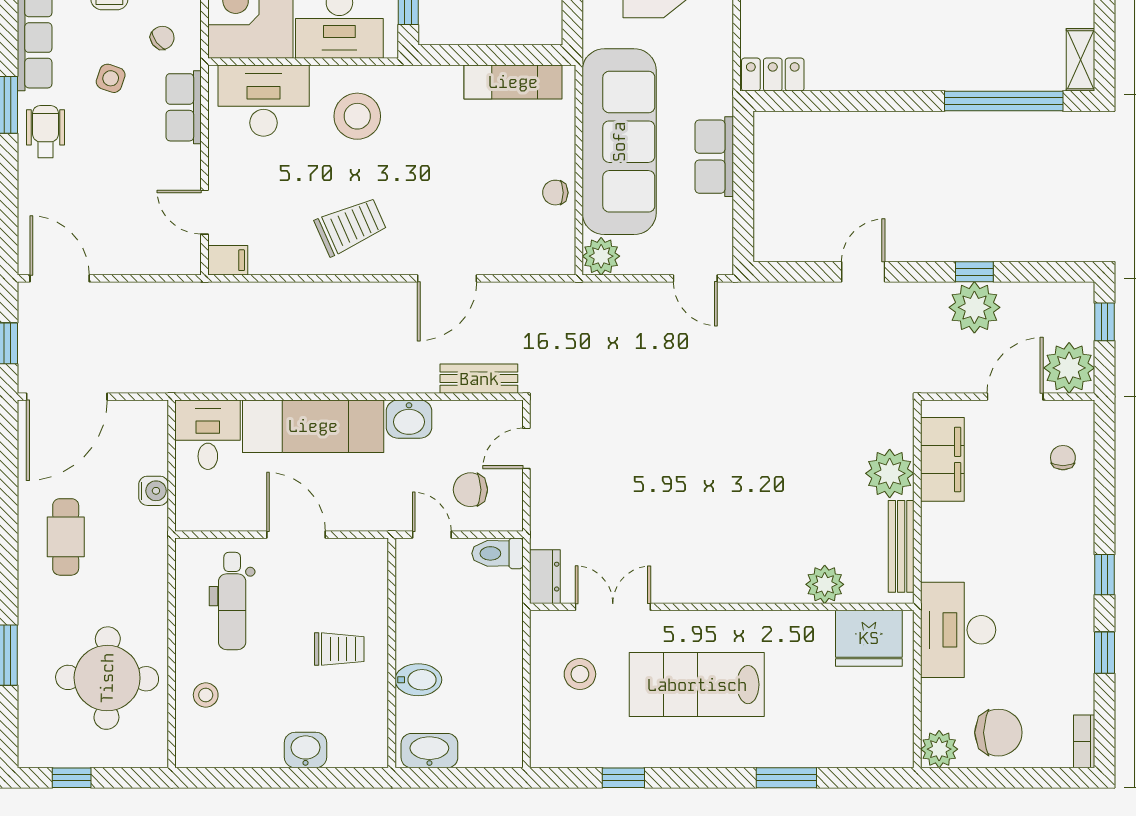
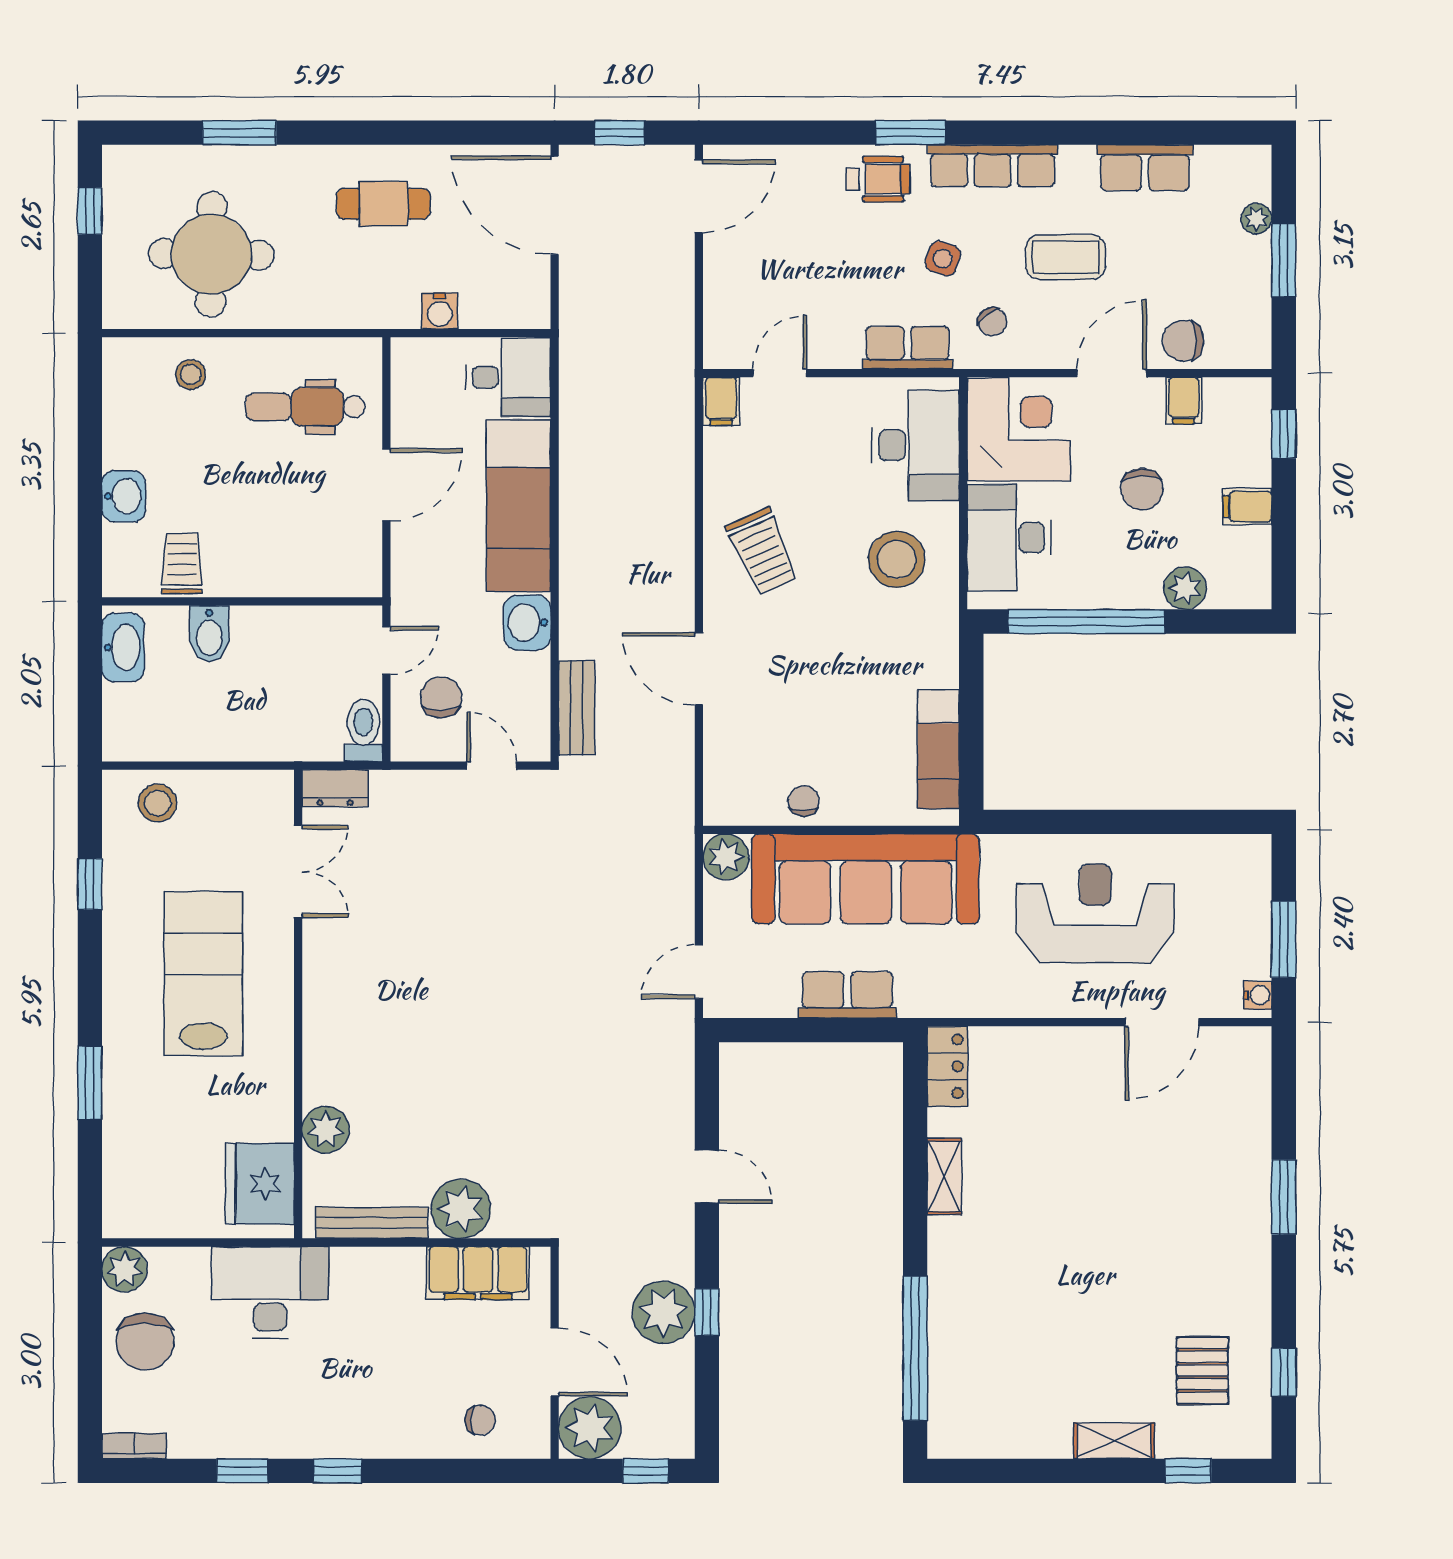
shelving: (1081, 60) -> (944, 1176), moved, turned 90
trolley: (339, 649) -> (182, 564), moved, turned 180
stool: (580, 674) -> (158, 803), moved

